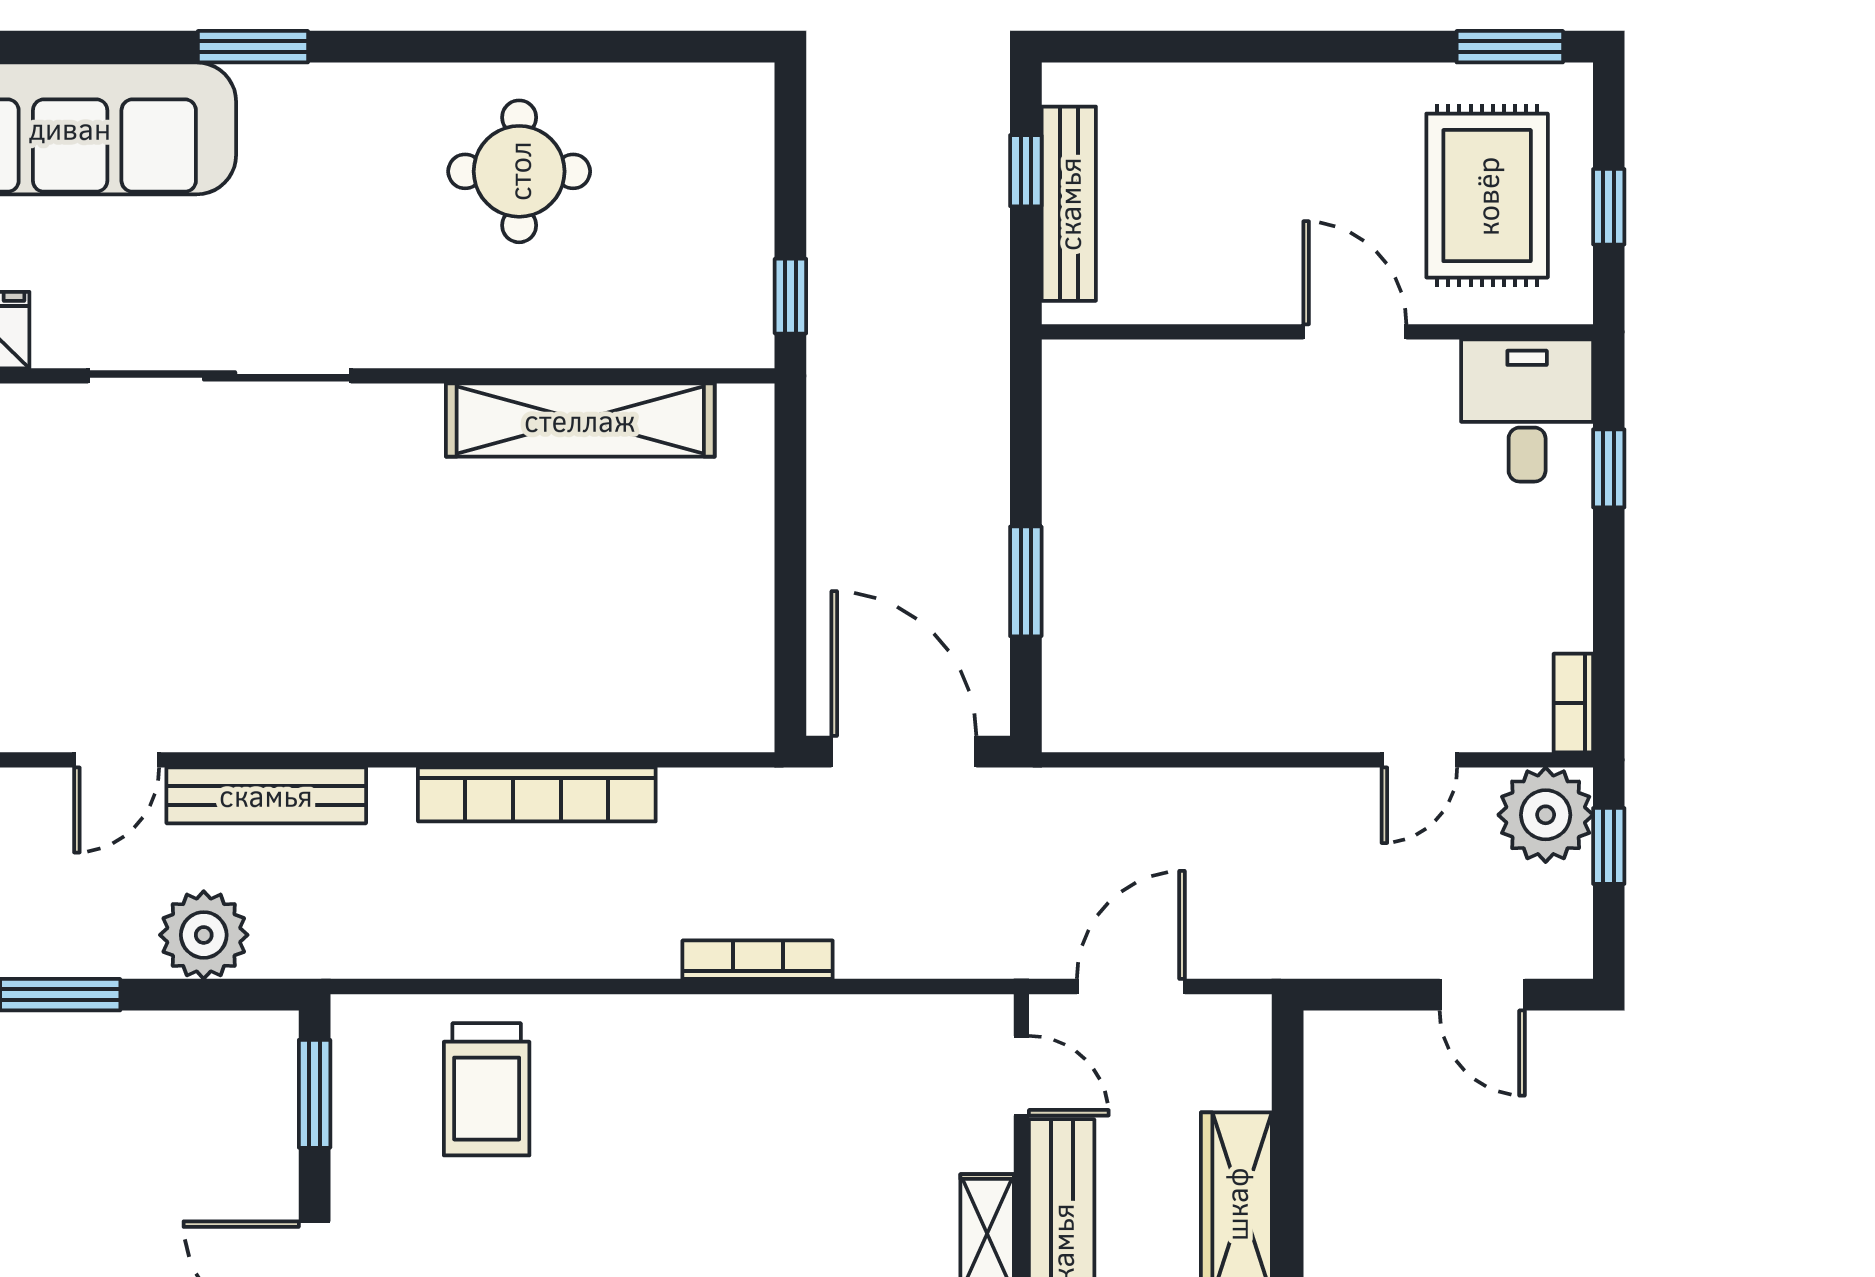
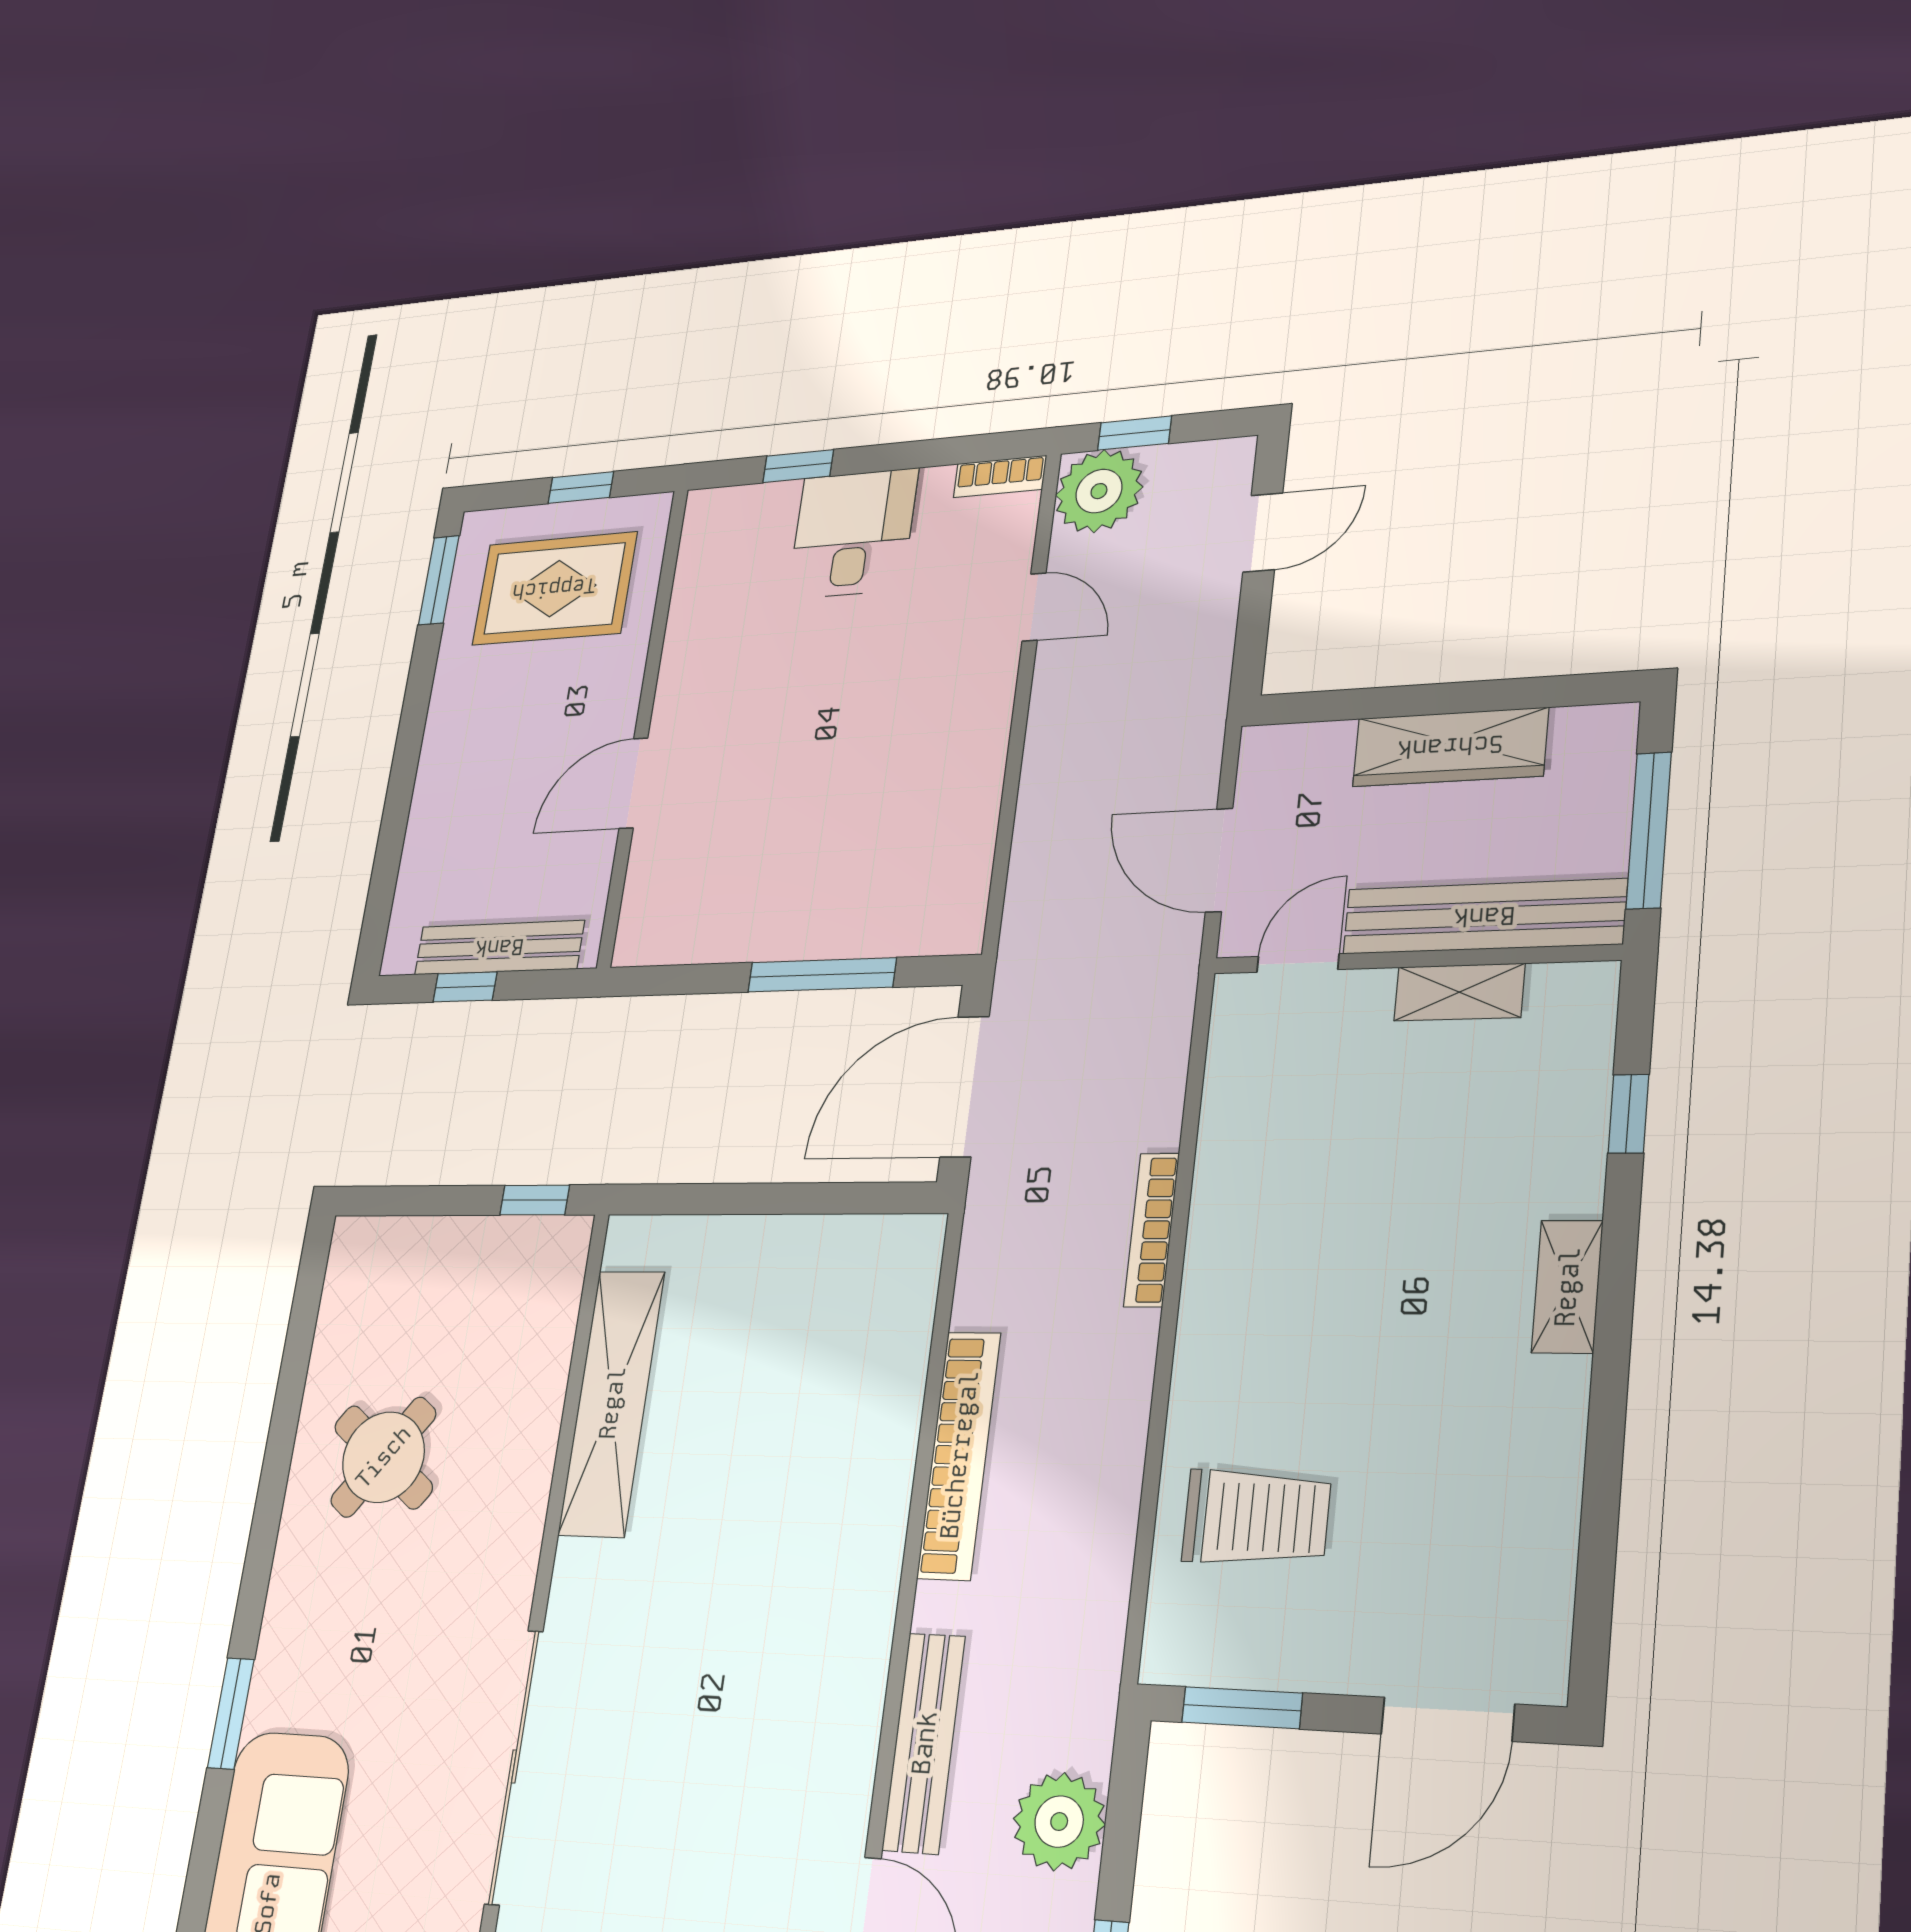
round table: (519, 171) -> (383, 1457), turned 37
door: (1355, 332) -> (633, 783), moved
desk: (1527, 410) -> (853, 534), moved, turned 90
window: (1026, 581) -> (822, 975), width x1.44

